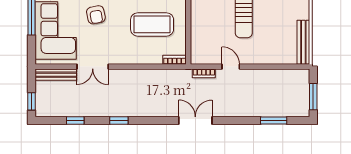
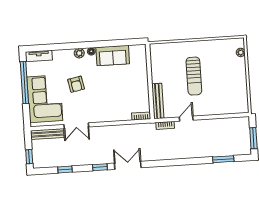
coffee table: (152, 24) -> (121, 89), removed
bench: (303, 42) -> (158, 101), moved
door: (231, 67) -> (186, 119), hinge flipped
double door: (195, 120) -> (128, 165), moved

